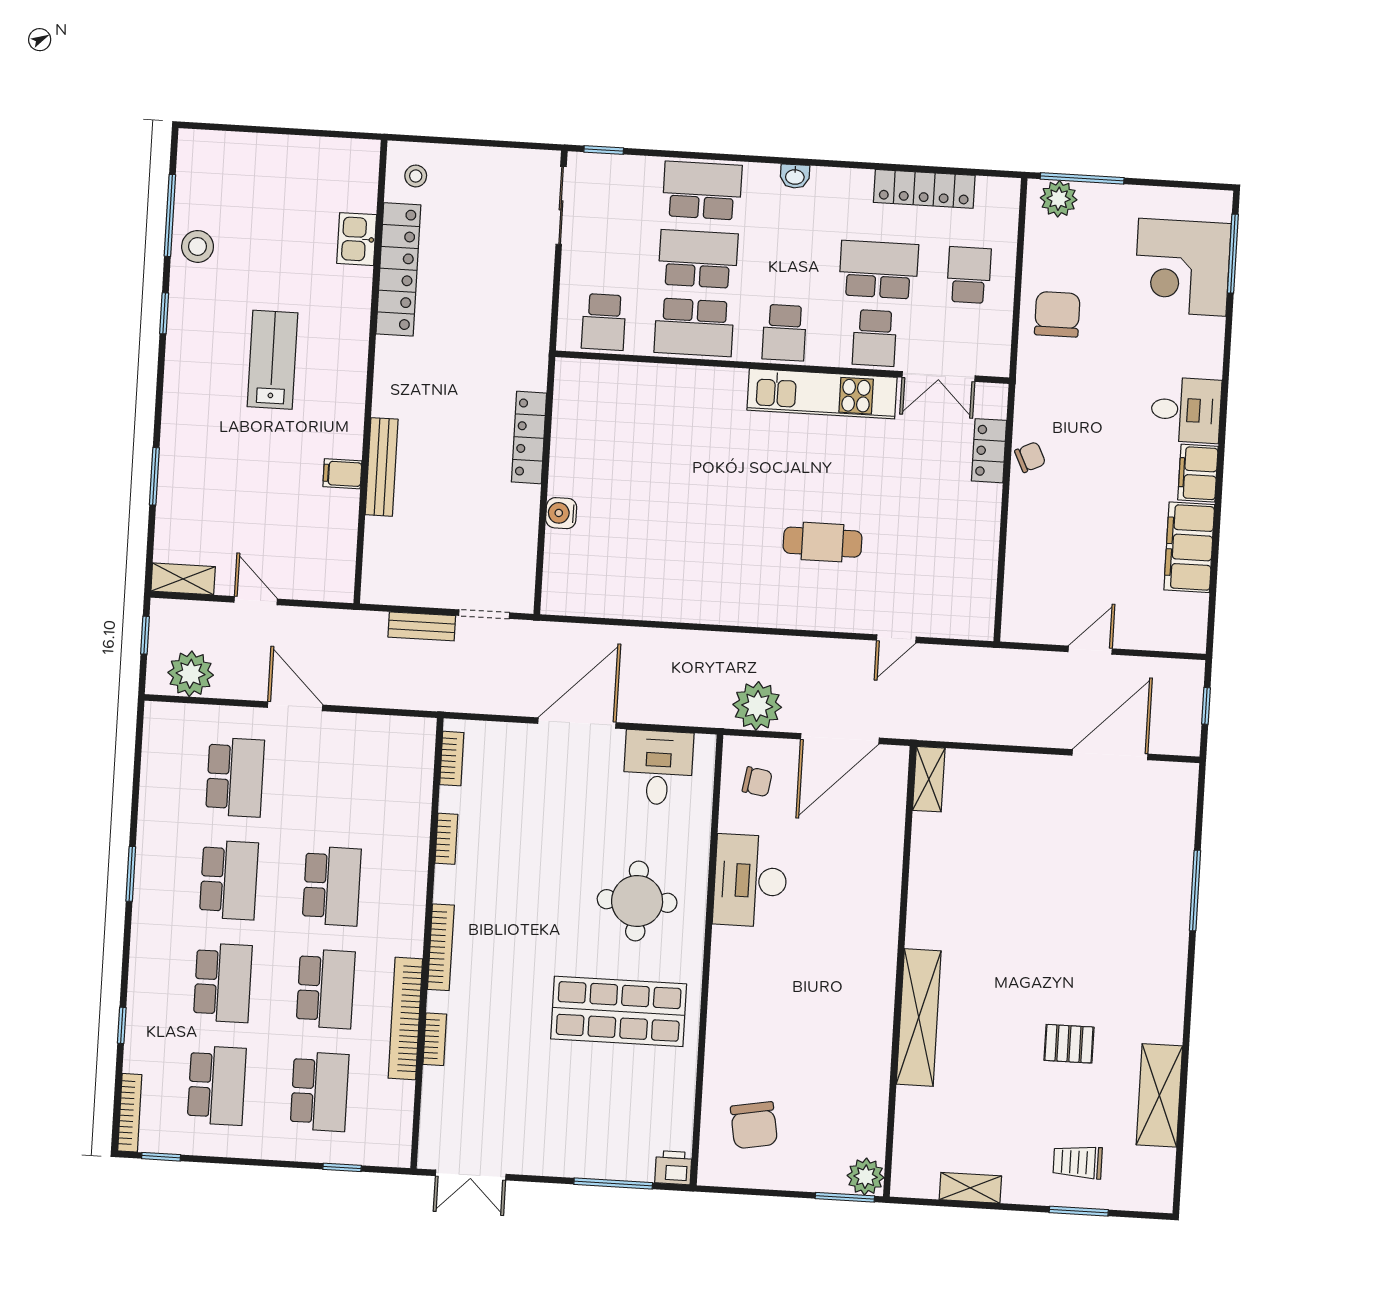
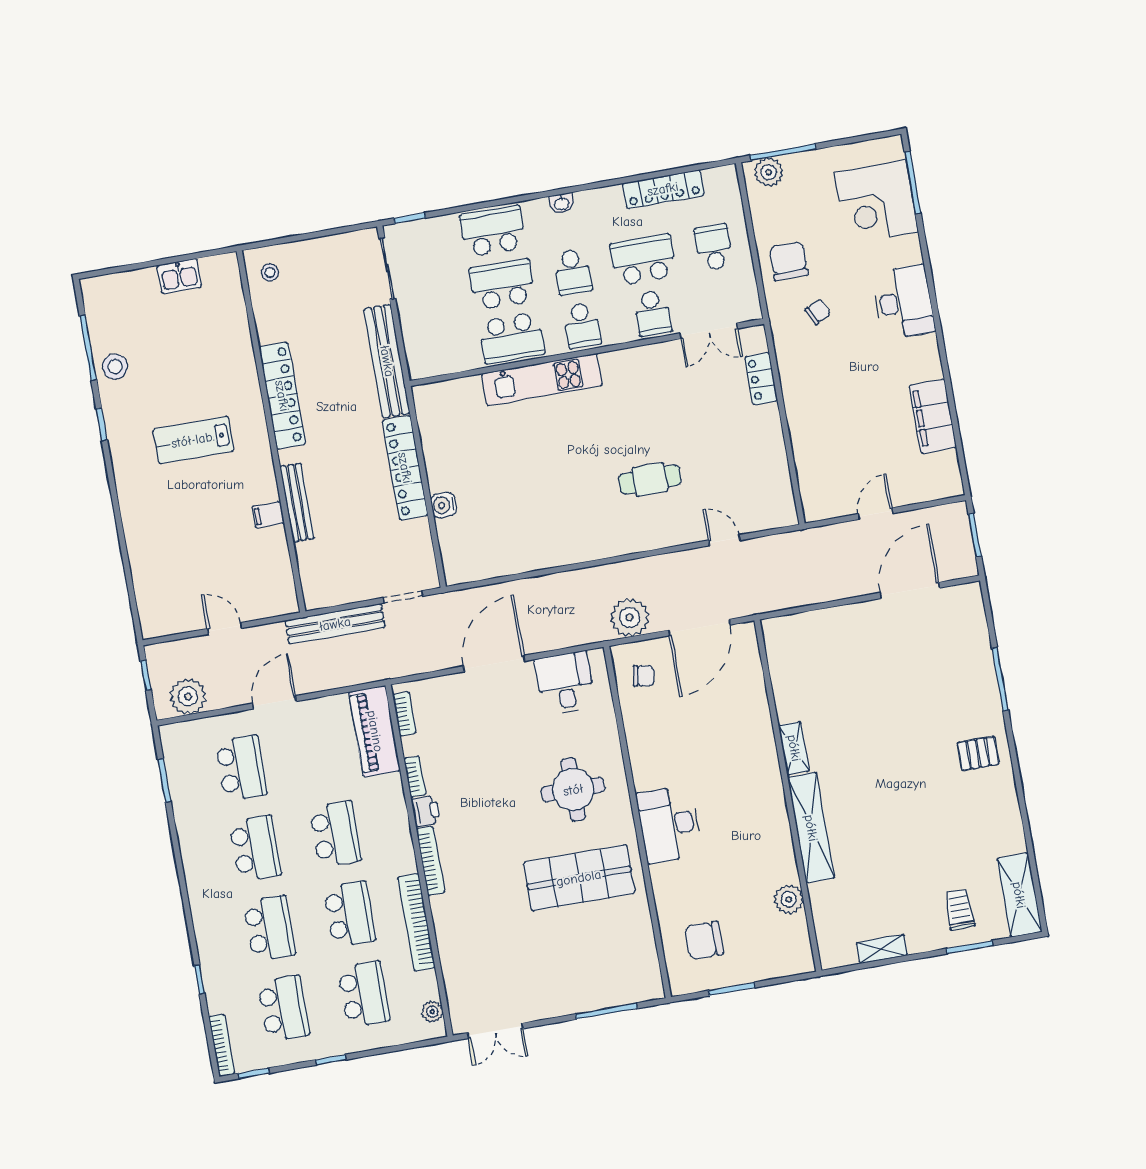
kitchen sink: (357, 239) -> (179, 276), moved, turned -90
locker: (398, 269) -> (282, 396), moved
bench: (534, 319) -> (387, 361), added
school desk: (604, 322) -> (573, 272), moved
lab bench: (273, 360) -> (193, 440), turned -90
kitchen unit: (822, 394) -> (542, 380), moved
desk: (1186, 410) -> (904, 302), width x1.37
locker: (529, 438) -> (405, 468), width x1.41, depth x1.21
chair: (1030, 457) -> (818, 312), moved
filing cabinet: (1198, 473) -> (926, 358), removed
window: (154, 476) -> (124, 551), removed
shelving: (183, 579) -> (165, 625), removed
bench: (422, 626) -> (335, 624), width x1.86, depth x1.21
door: (896, 639) -> (724, 540), swing flipped
door: (295, 706) -> (274, 702), hinge flipped
window: (1206, 706) -> (975, 535), width x1.50
piano: (410, 771) -> (375, 731), added
shelving: (929, 779) -> (794, 748), moved
window: (131, 874) -> (164, 781), moved
desk: (750, 881) -> (669, 824), moved
bookcase: (435, 1039) -> (443, 933), removed
pallet: (1069, 1044) -> (978, 753), moved
shelving: (1159, 1095) -> (1019, 895), moved
chair: (754, 1125) -> (704, 941), turned 100
plant: (399, 1133) -> (432, 1012), added
trolley: (1078, 1162) -> (960, 910), turned 90
window: (342, 1167) -> (331, 1060), moved
printer: (673, 1168) -> (426, 811), moved, turned 90
plant: (866, 1177) -> (789, 899), moved
window: (845, 1197) -> (732, 989), moved

